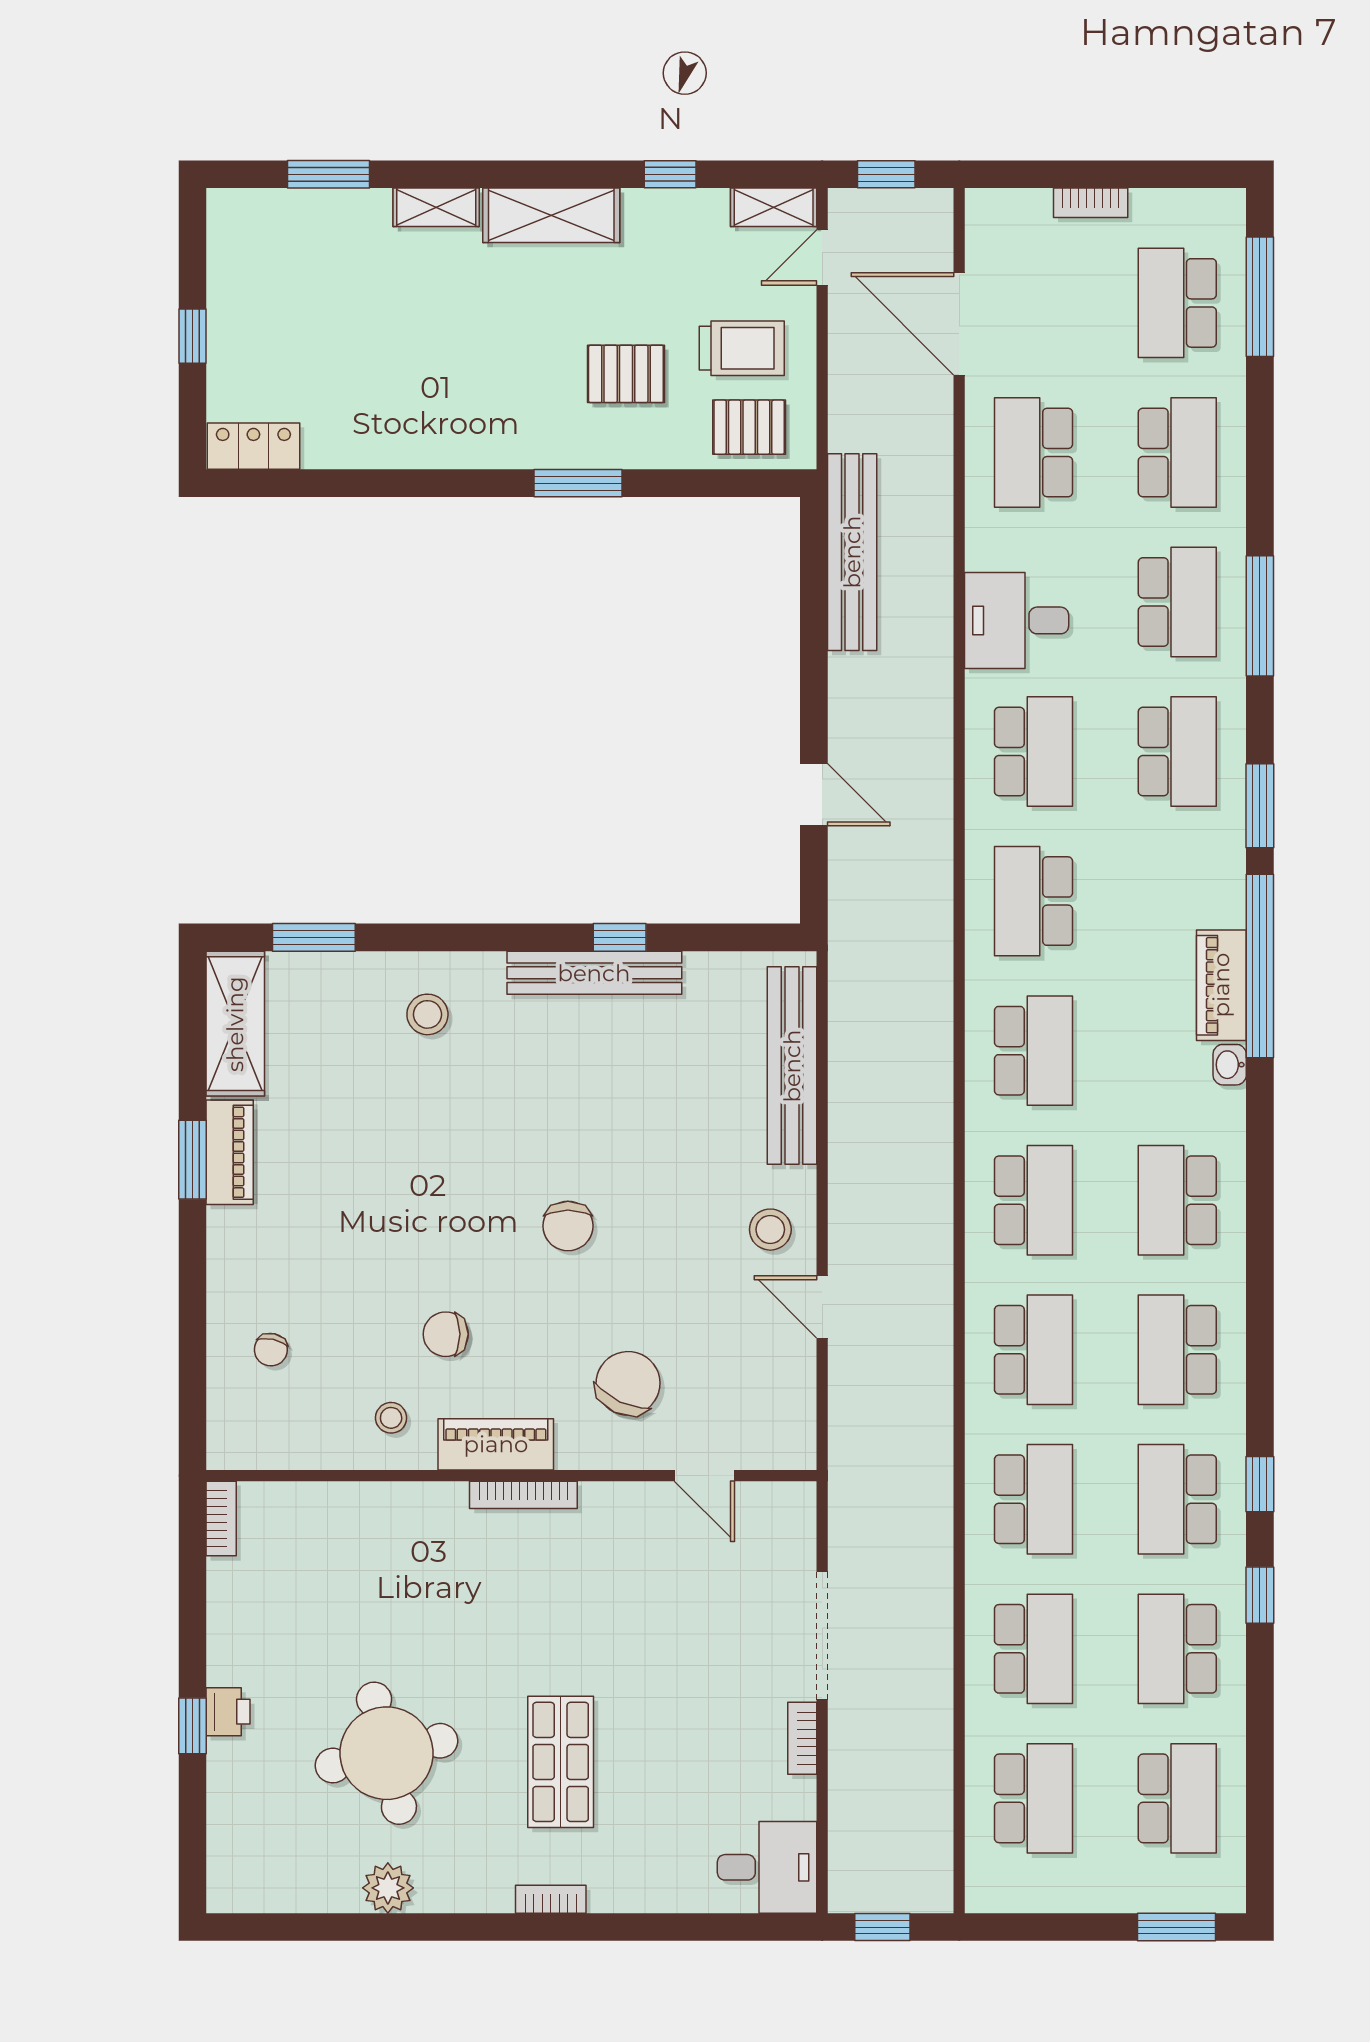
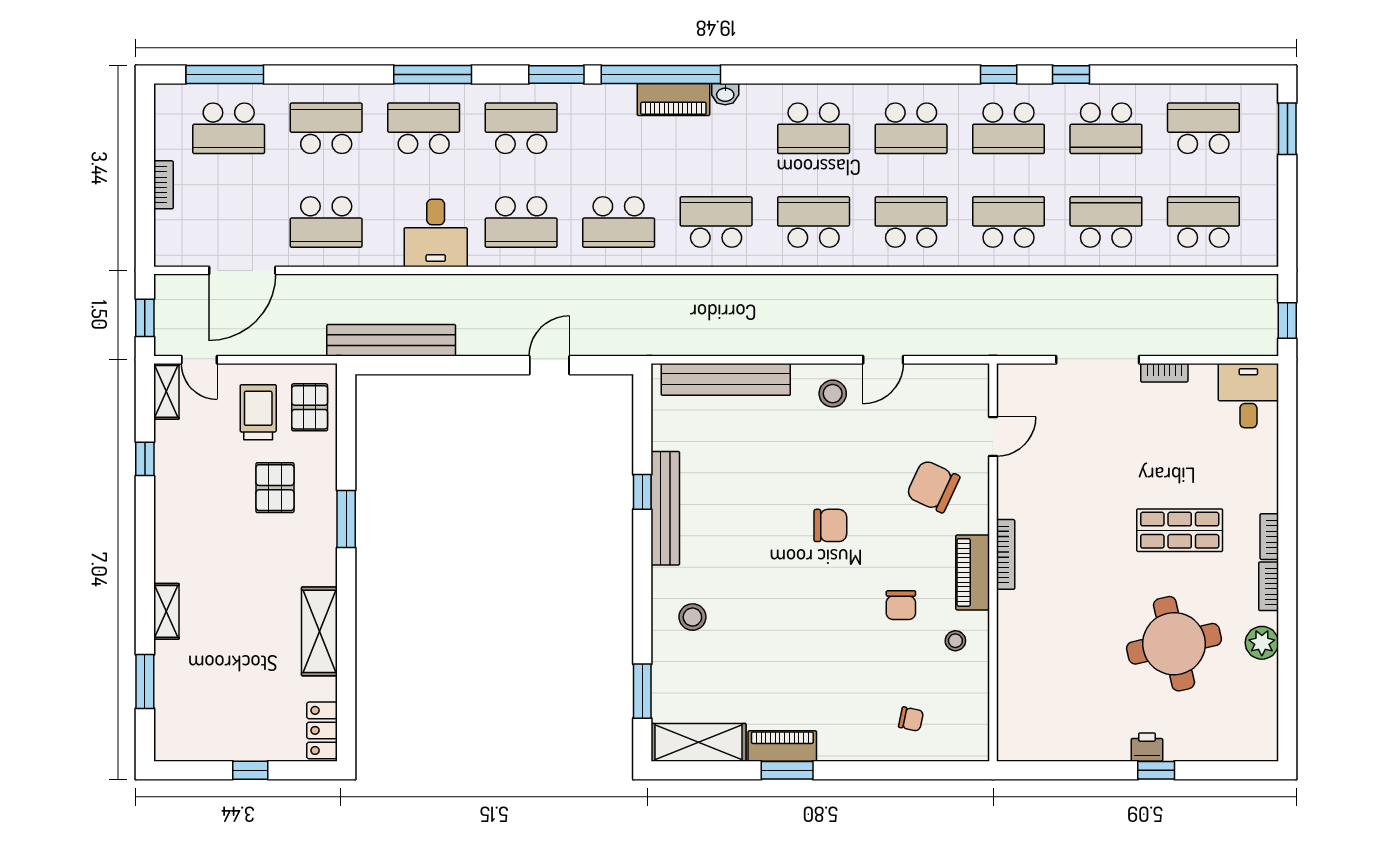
shelving: (551, 215) -> (319, 631), moved
school desk: (1033, 752) -> (521, 222), turned 180
bookcase: (221, 1519) -> (1269, 586), moved, turned -90

